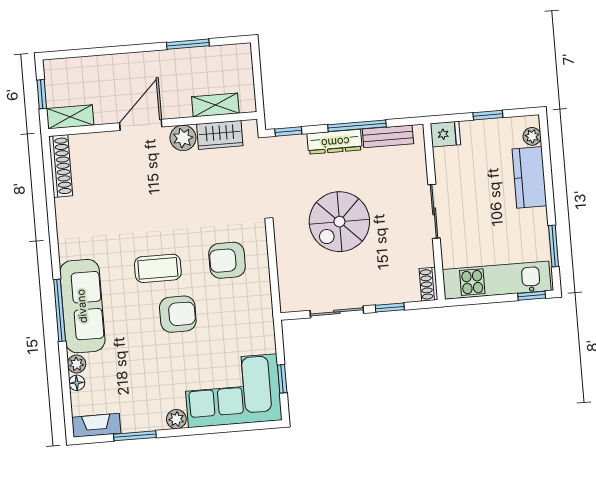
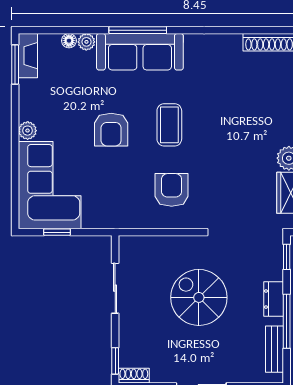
dresser: (335, 142) -> (274, 299), width x0.70
window: (390, 307) -> (115, 361), moved
armchair: (178, 314) -> (111, 130), moved
window: (135, 436) -> (15, 65), moved

